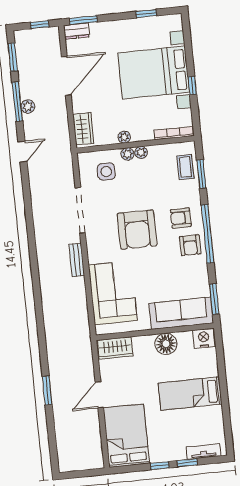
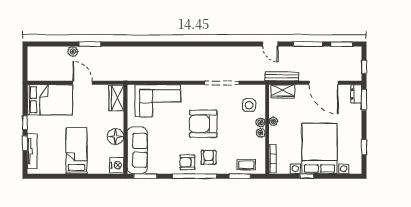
plant: (28, 107) -> (73, 52), moved
bench: (77, 260) -> (282, 76), moved, width x1.36
tv unit: (203, 451) -> (32, 151), width x1.41

